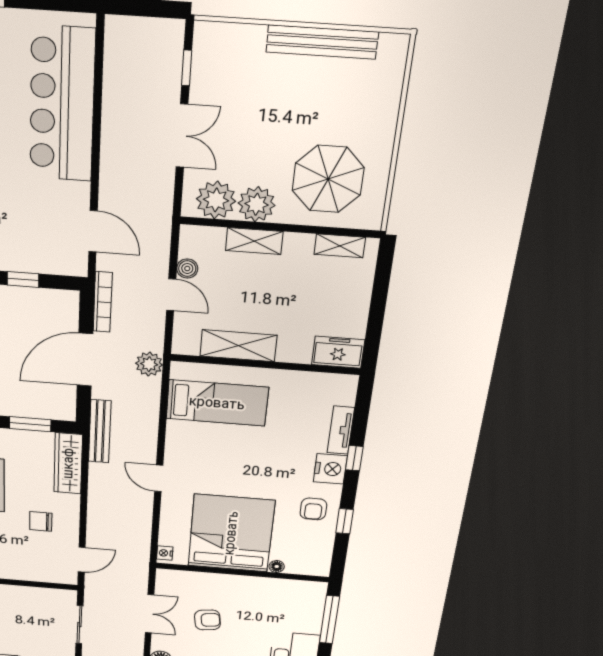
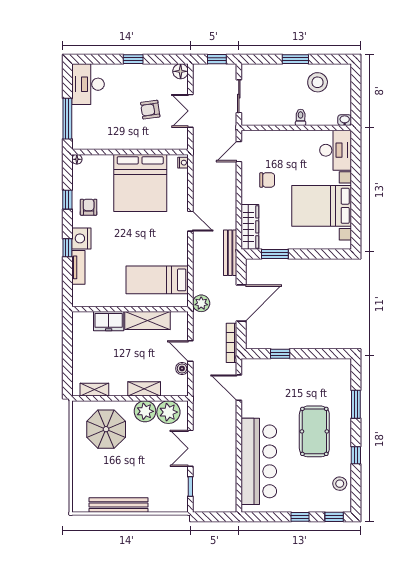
freezer: (338, 352) -> (109, 321), moved
floor lamp: (277, 566) -> (77, 159), moved

